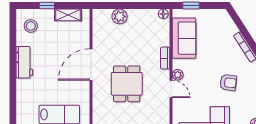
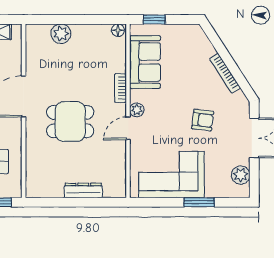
dining table: (127, 84) -> (70, 122), turned 90
door: (171, 89) -> (128, 128), swing flipped

